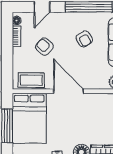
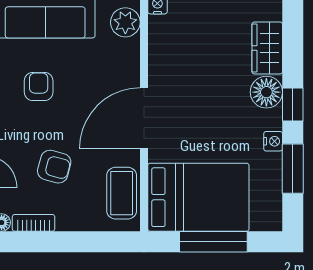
armchair: (84, 39) -> (39, 87), turned -61
armchair: (44, 47) -> (54, 167), turned -117

